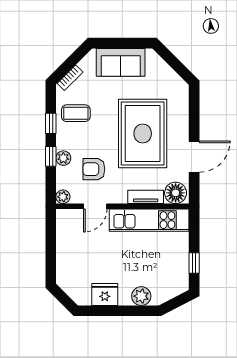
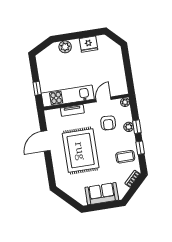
armchair: (94, 169) -> (108, 123), turned 94
floor lamp: (176, 193) -> (54, 116), removed
window: (194, 263) -> (37, 88), moved

